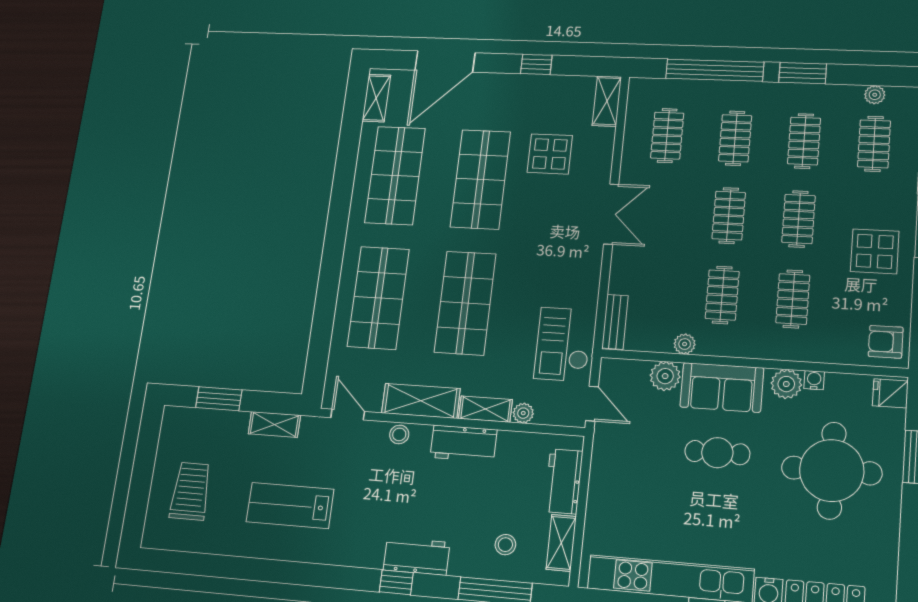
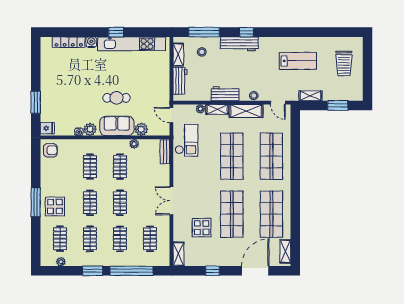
display table: (875, 251) -> (55, 207), moved
round table: (832, 470) -> (69, 94), removed
workbench: (417, 556) -> (239, 44), width x1.37

